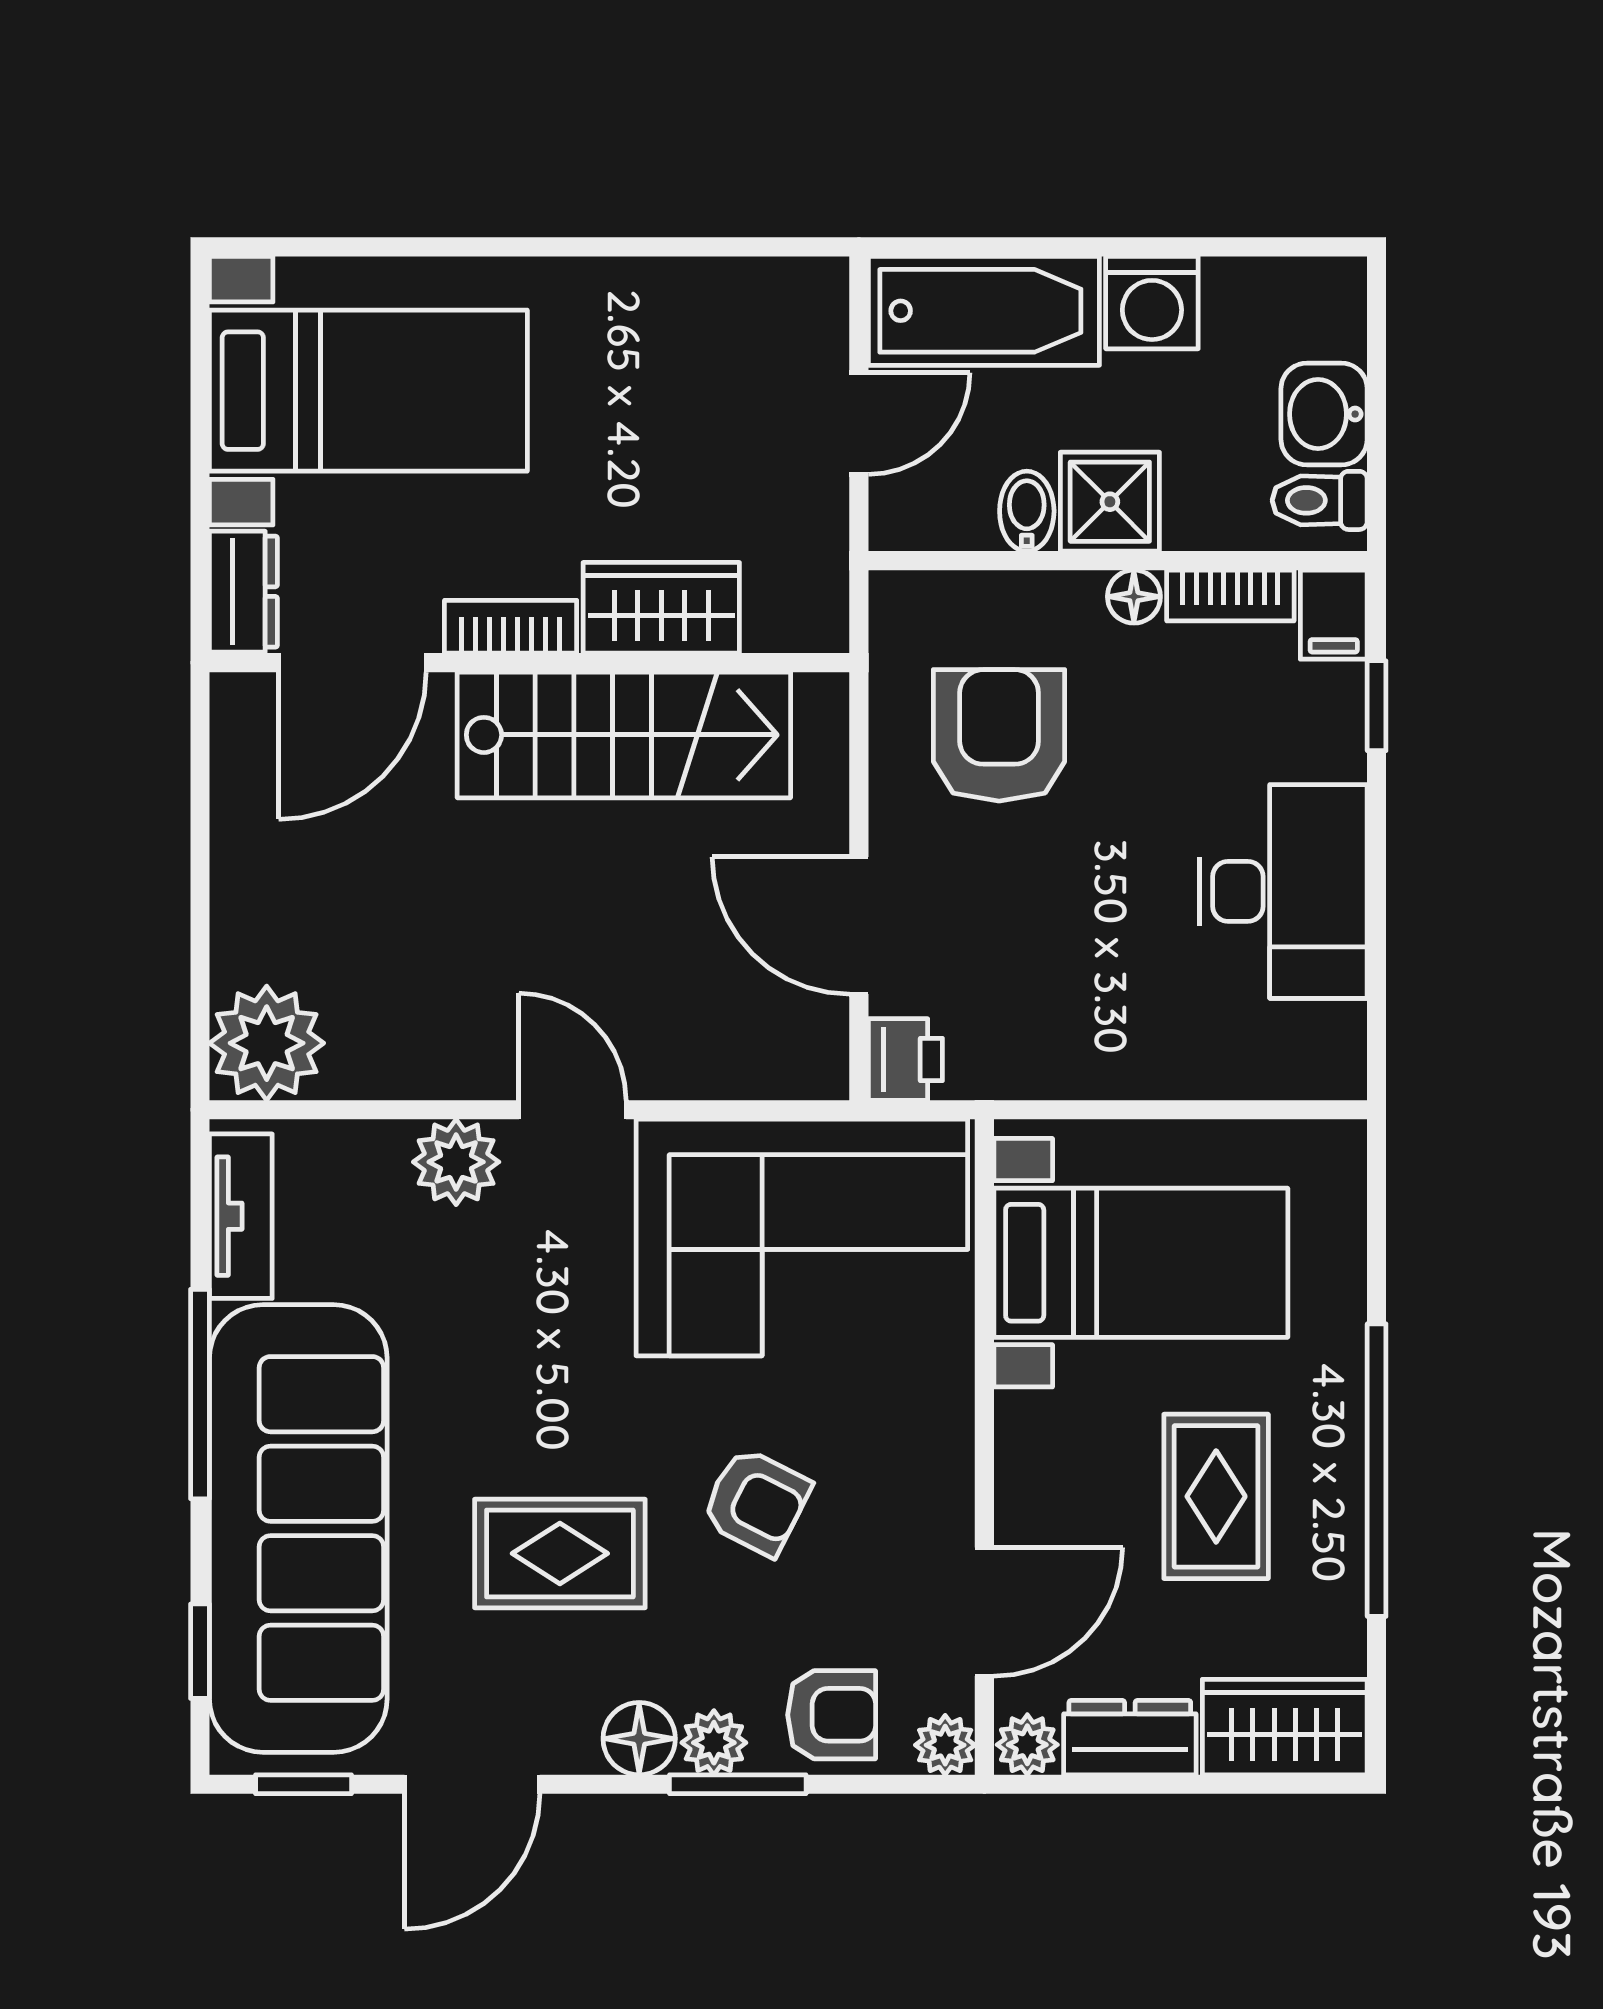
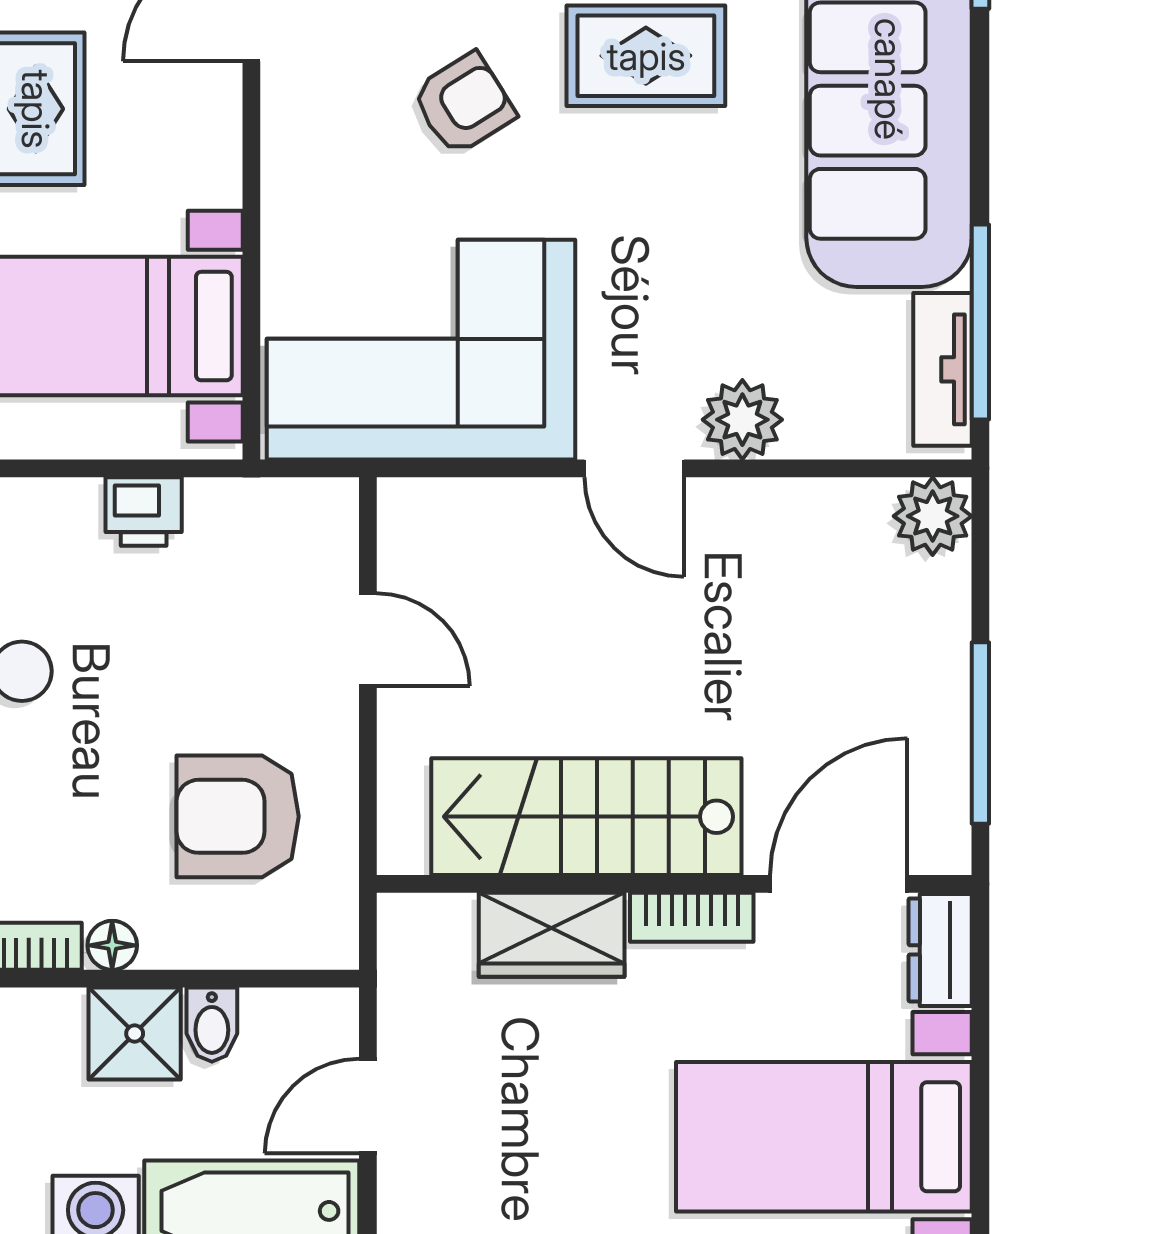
armchair: (999, 735) -> (238, 816), turned 90
window: (200, 825) -> (980, 733), added
door: (859, 925) -> (368, 640), width x0.73
plant: (267, 1043) -> (933, 516), width x0.73, depth x0.73
printer: (905, 1060) -> (144, 512), moved, turned -90
window: (200, 1394) -> (980, 322), moved
armchair: (756, 1502) -> (464, 104), turned 121

